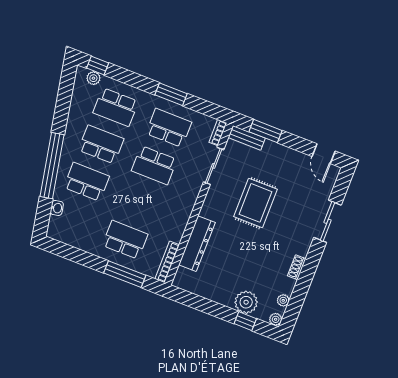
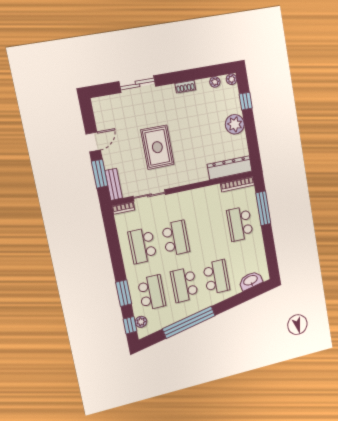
window: (171, 94) -> (124, 293), moved
door: (324, 154) -> (93, 142), moved
window: (52, 166) -> (189, 322), moved
school desk: (87, 182) -> (216, 277), turned 180
rug: (256, 203) -> (157, 147), turned 90
washbasin: (57, 208) -> (251, 281), width x1.91, depth x1.45
dresser: (197, 244) -> (230, 168), moved
plant: (246, 302) -> (235, 124), moved

